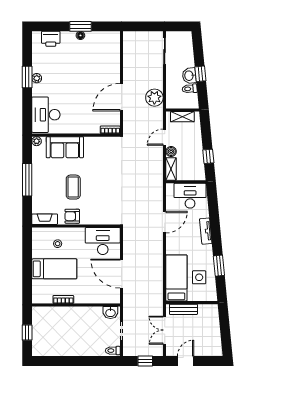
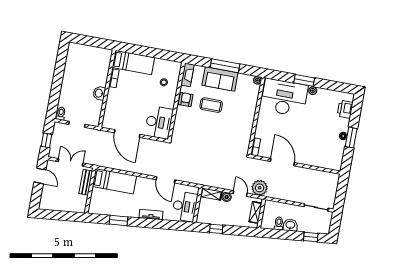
window: (200, 74) -> (311, 237), moved
window: (27, 77) -> (304, 80), moved
plant: (154, 98) -> (260, 188), moved
desk: (46, 115) -> (284, 98), width x1.36, depth x1.30
sofa: (65, 147) -> (220, 79), moved, turned -90
bed: (54, 269) -> (133, 62), moved, turned -90
door: (121, 274) -> (127, 134), swing flipped
side table: (199, 277) -> (111, 201), removed
washbasin: (110, 313) -> (99, 93), moved
window: (27, 332) -> (91, 41), removed

